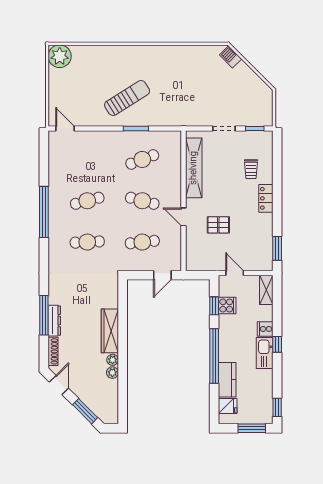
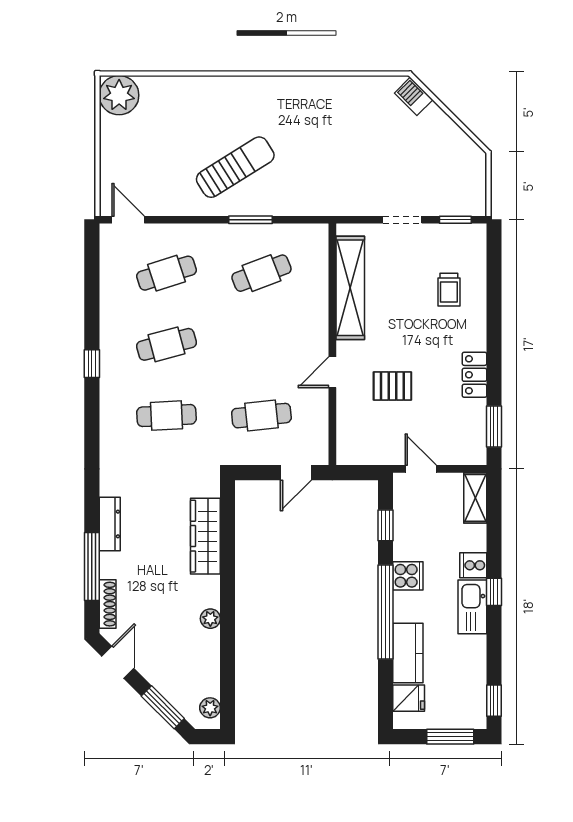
locker: (266, 198) -> (474, 375), moved
cafe table: (142, 201) -> (166, 273), moved, turned -33
window: (44, 212) -> (92, 364), width x0.32
door: (183, 217) -> (332, 372), hinge flipped
cooker: (227, 306) -> (408, 576), moved
window: (44, 315) -> (92, 566), moved
dresser: (54, 321) -> (110, 524), moved
wardrobe: (110, 331) -> (205, 536), moved
plant: (112, 373) -> (210, 708), moved

